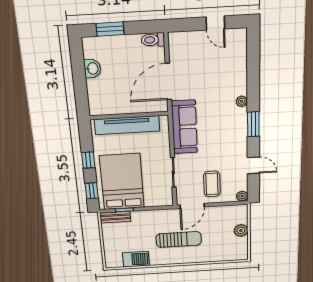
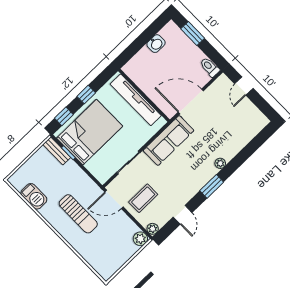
door: (215, 23) -> (244, 86), moved
plant: (241, 230) -> (140, 239), moved

